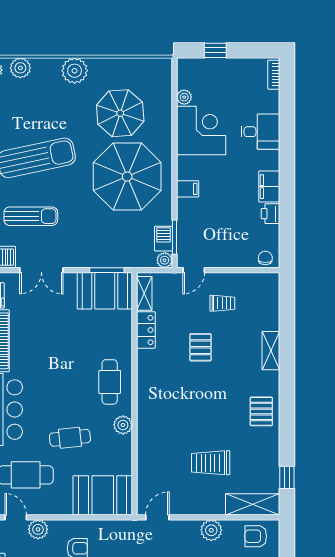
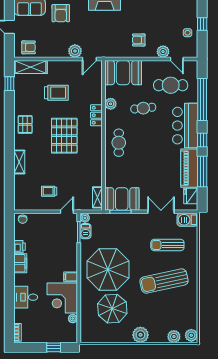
filing cabinet: (188, 189) -> (71, 277), moved
locker: (146, 330) -> (96, 115), moved
pallet: (200, 347) -> (64, 136), moved, width x2.05, depth x2.00
plant: (123, 425) -> (111, 104), moved
plant: (211, 530) -> (75, 51), moved

